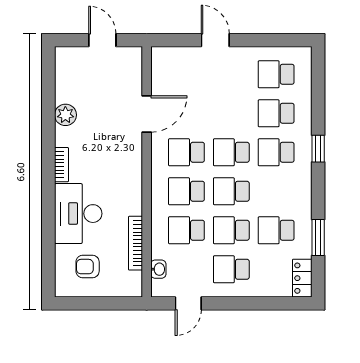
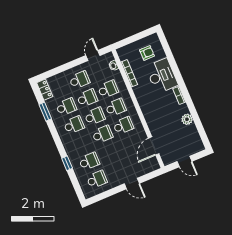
door: (147, 114) -> (154, 146), moved
window: (318, 149) -> (67, 163), moved
school desk: (276, 152) -> (74, 125), moved

